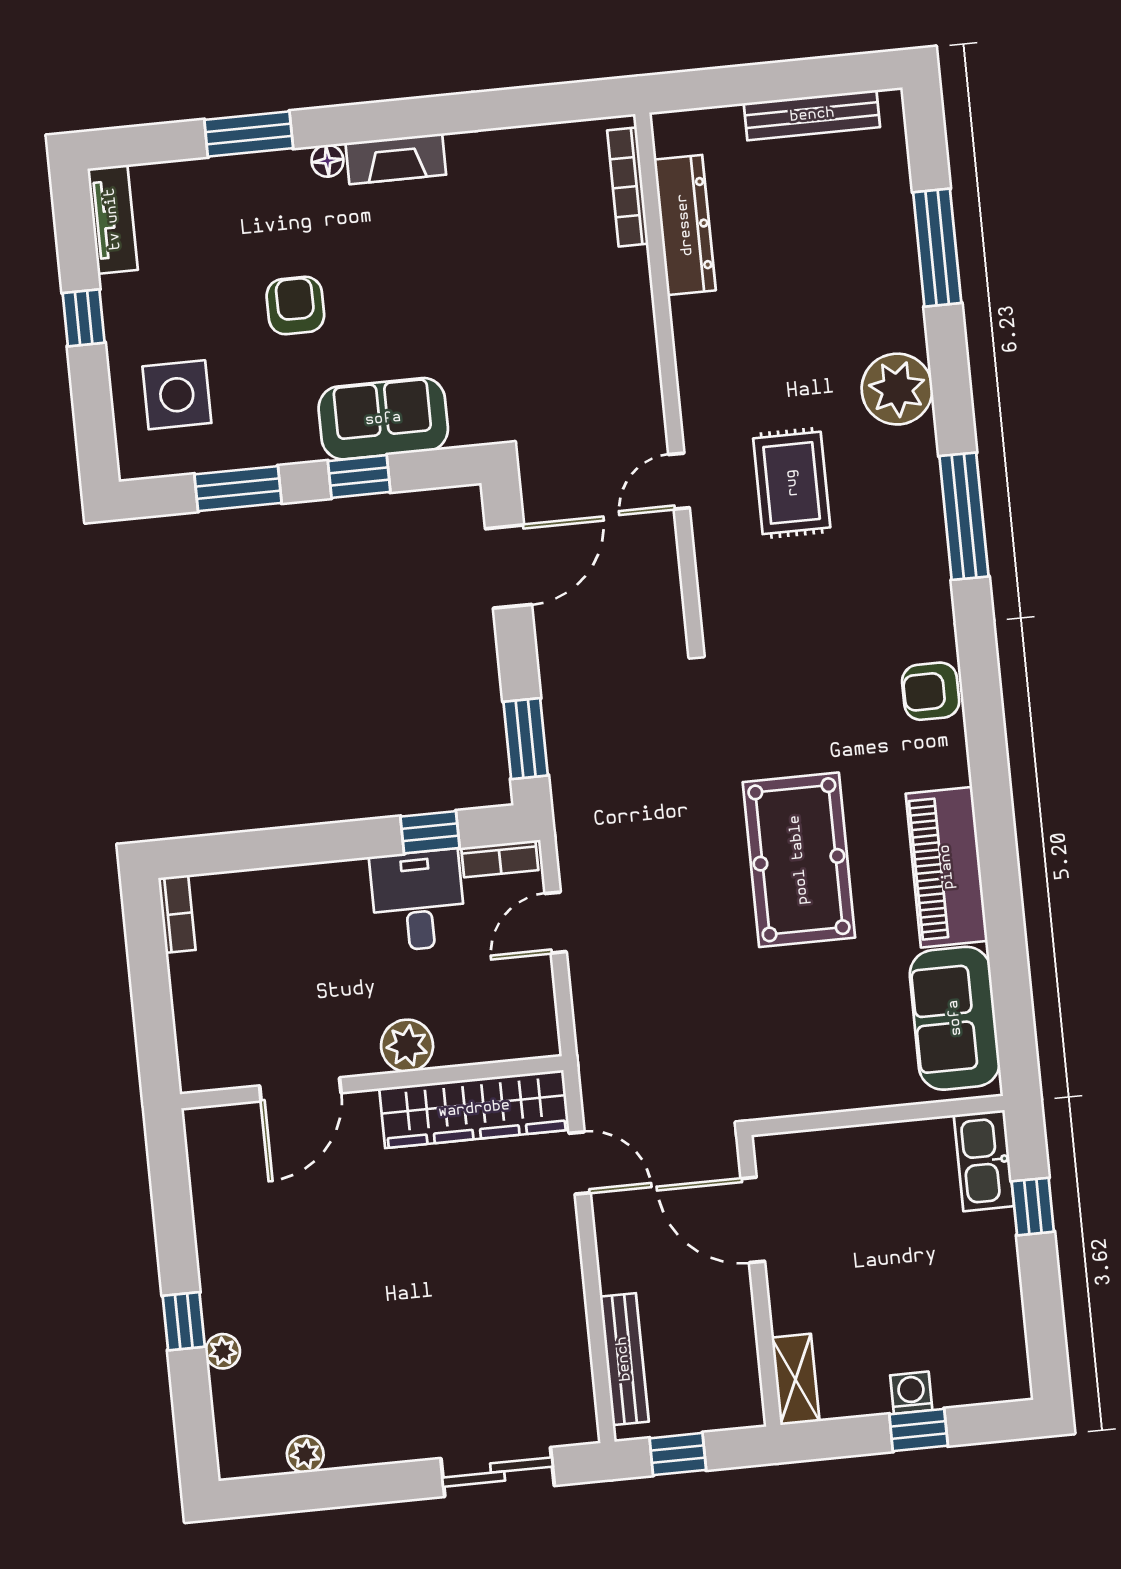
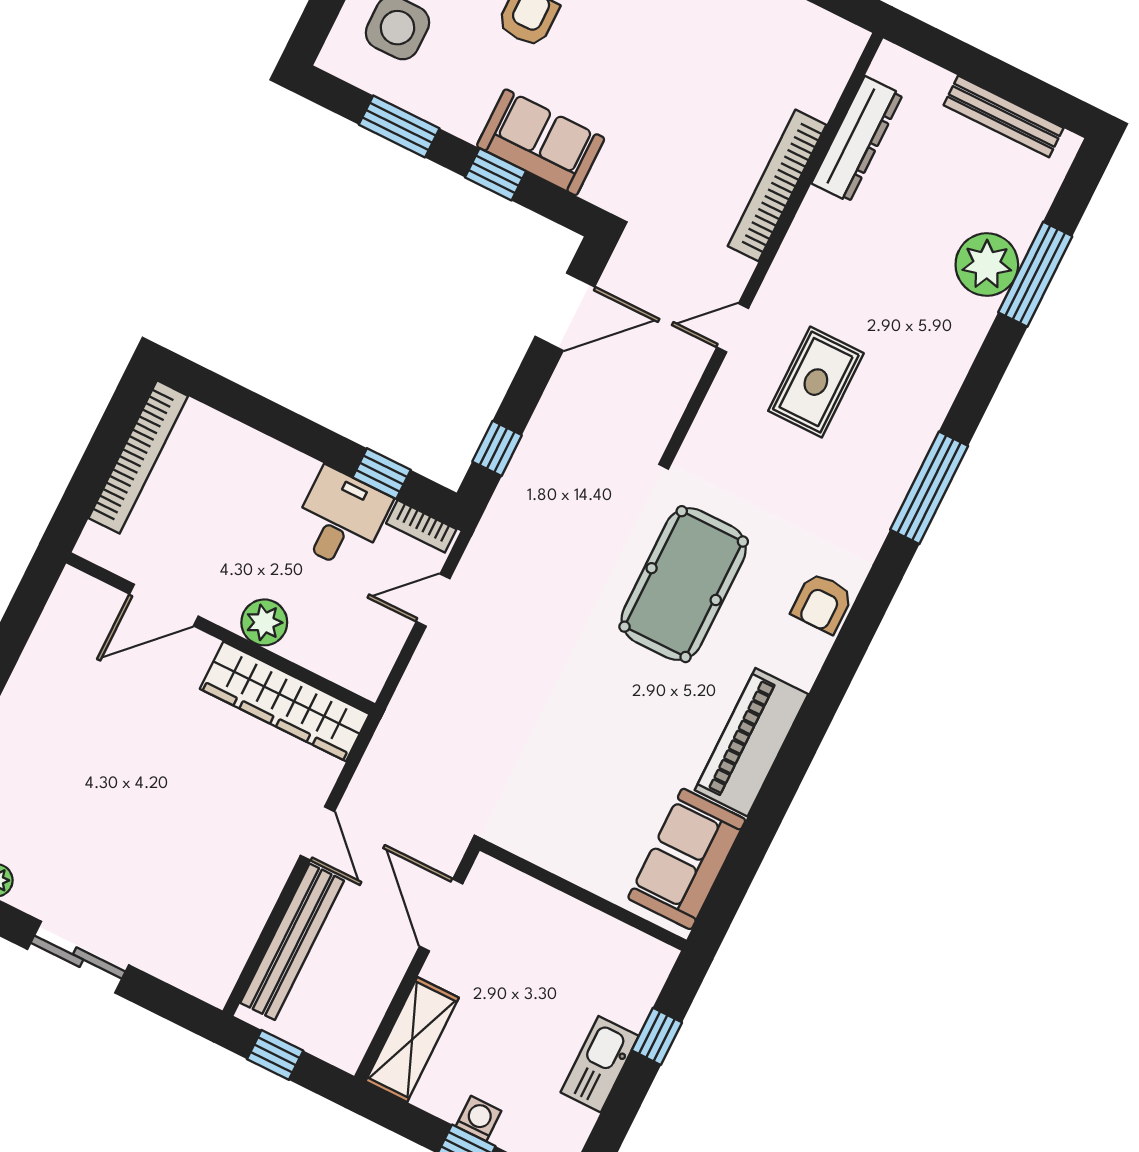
bookcase: (628, 187) -> (777, 185), moved, width x1.48, depth x1.31
plant: (897, 389) -> (987, 265), moved
armchair: (931, 691) -> (822, 603), turned -90
window: (526, 739) -> (497, 448), width x0.67
pool table: (799, 860) -> (684, 584), moved
bookcase: (177, 914) -> (138, 457), width x2.31, depth x1.31
kitchen sink: (984, 1161) -> (600, 1064), moved
door: (580, 1163) -> (317, 833), moved
bench: (624, 1359) -> (292, 942), width x1.37, depth x1.21
shelving: (796, 1379) -> (412, 1040), width x1.50, depth x1.33
sliding door: (498, 1472) -> (78, 957), moved

